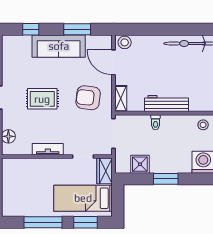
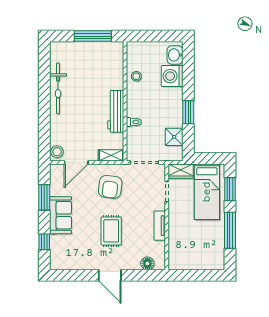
sofa: (59, 46) -> (61, 215), width x0.73

